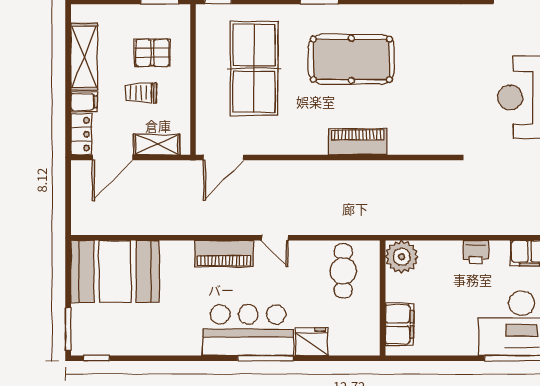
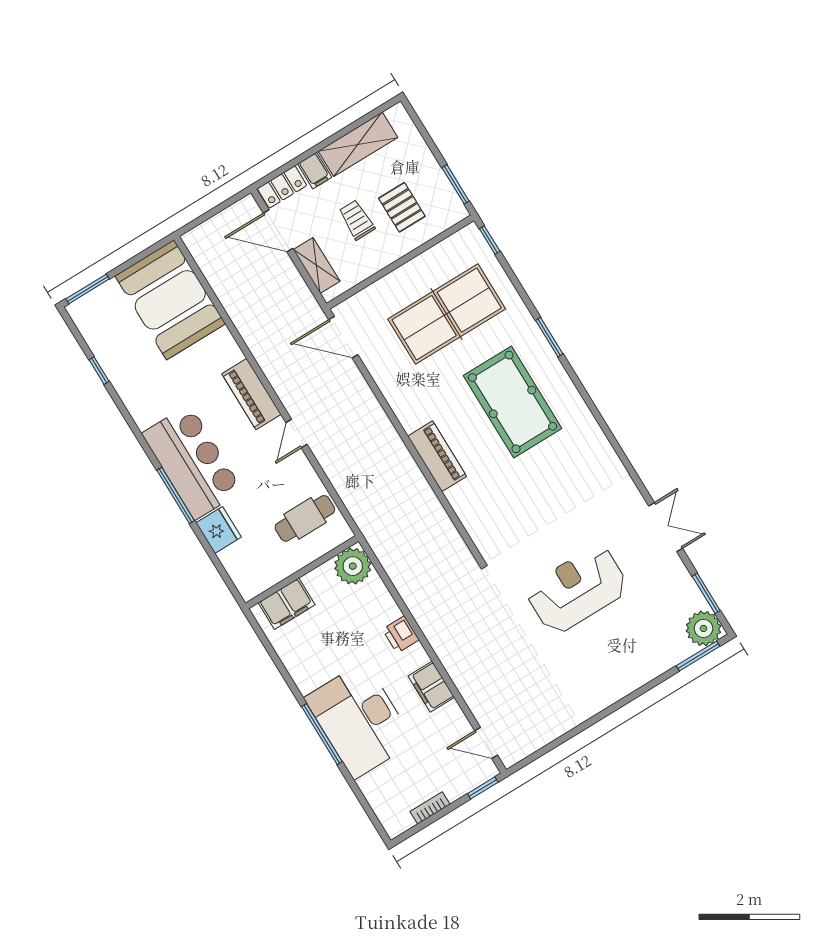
window: (97, 358) -> (99, 371), moved

